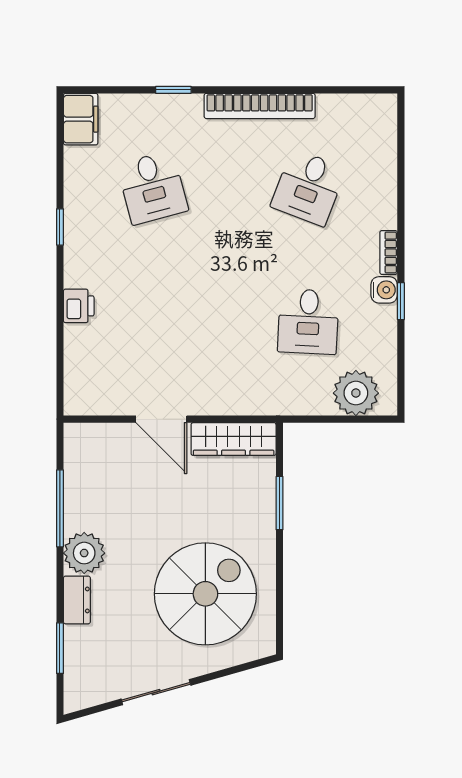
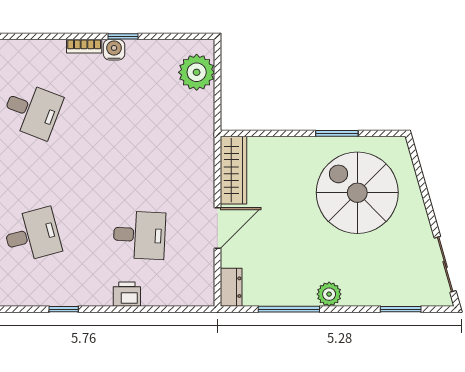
desk: (308, 322) -> (139, 235), moved
window: (279, 503) -> (337, 133), moved
plant: (84, 553) -> (329, 294), width x0.73, depth x0.73
dresser: (77, 600) -> (231, 287), moved, turned 90
sliding door: (156, 692) -> (445, 264), moved

